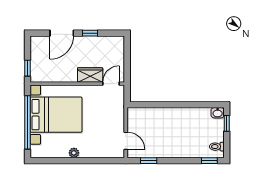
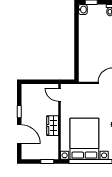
wardrobe: (90, 75) -> (53, 126), moved

